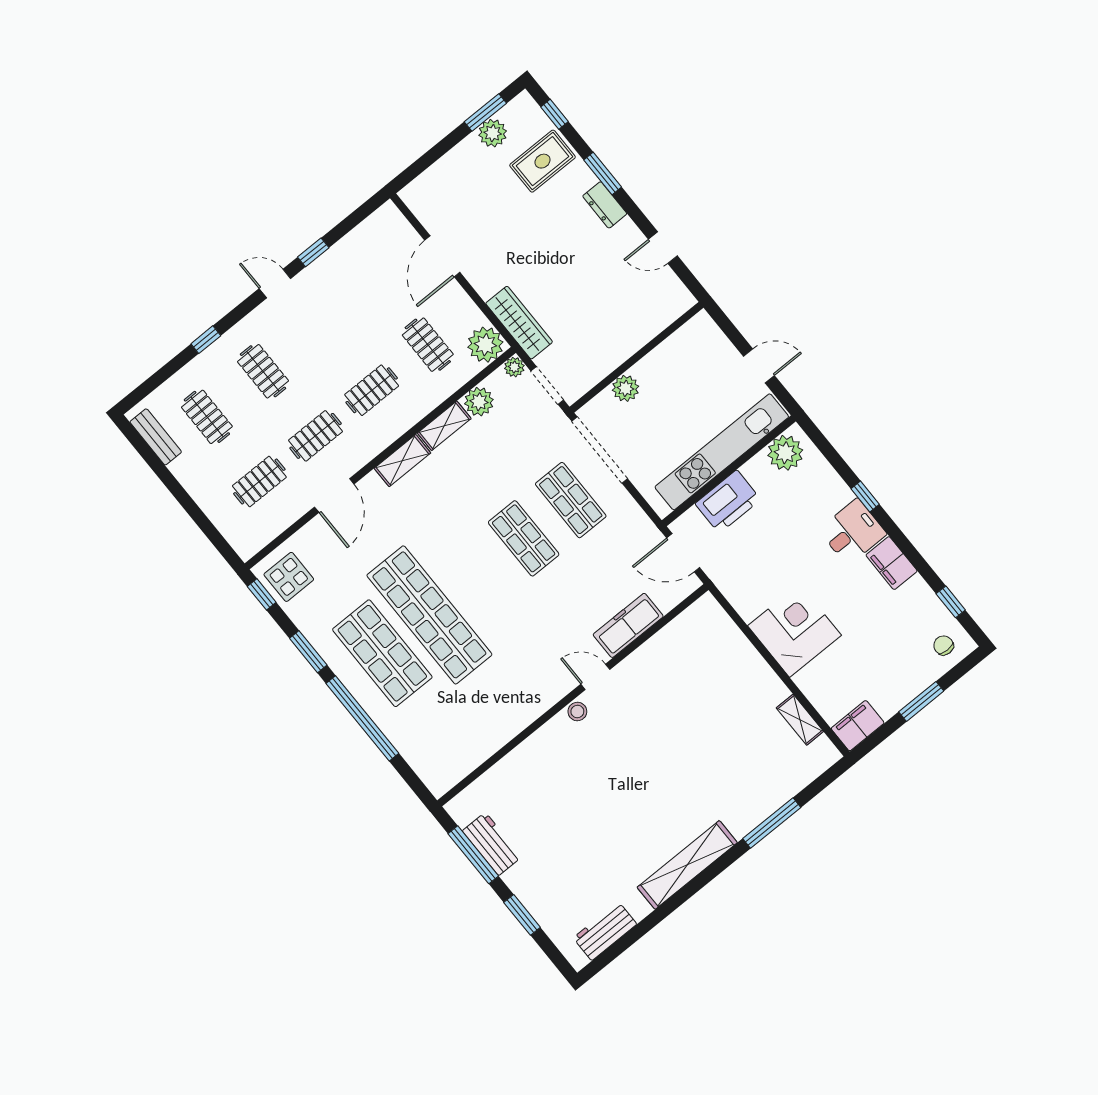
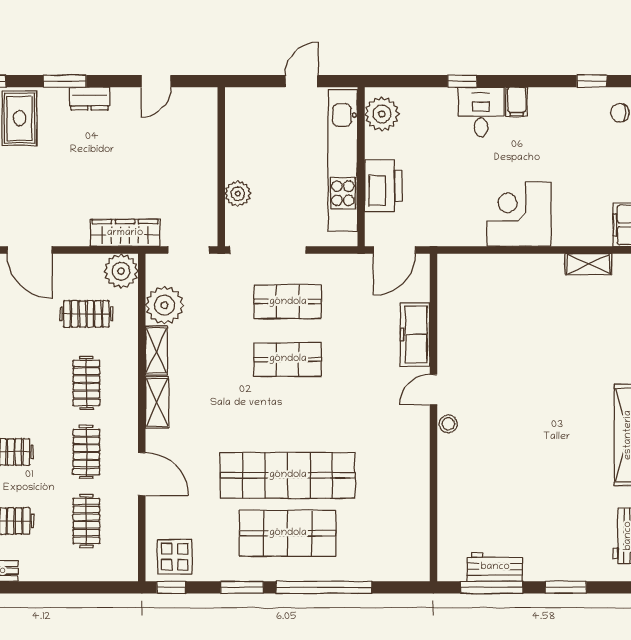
plant: (514, 367) -> (155, 263), removed
plant: (479, 402) -> (165, 305), width x1.36, depth x1.36
filing cabinet: (892, 563) -> (517, 102), width x0.50

